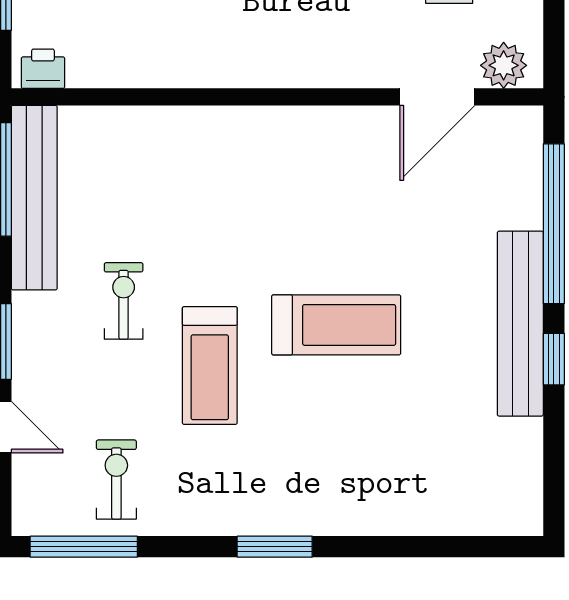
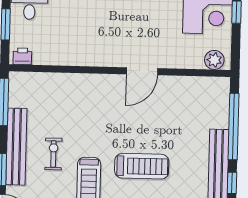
door: (437, 97) -> (142, 71), moved
bench: (34, 198) -> (16, 147), moved

